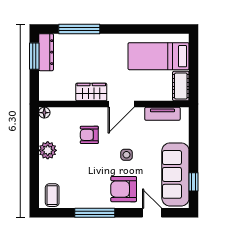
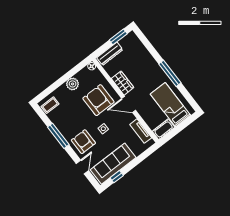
window: (79, 29) -> (170, 73), moved
dresser: (46, 52) -> (110, 54), moved
armchair: (89, 135) -> (98, 100), width x1.88, depth x1.88

